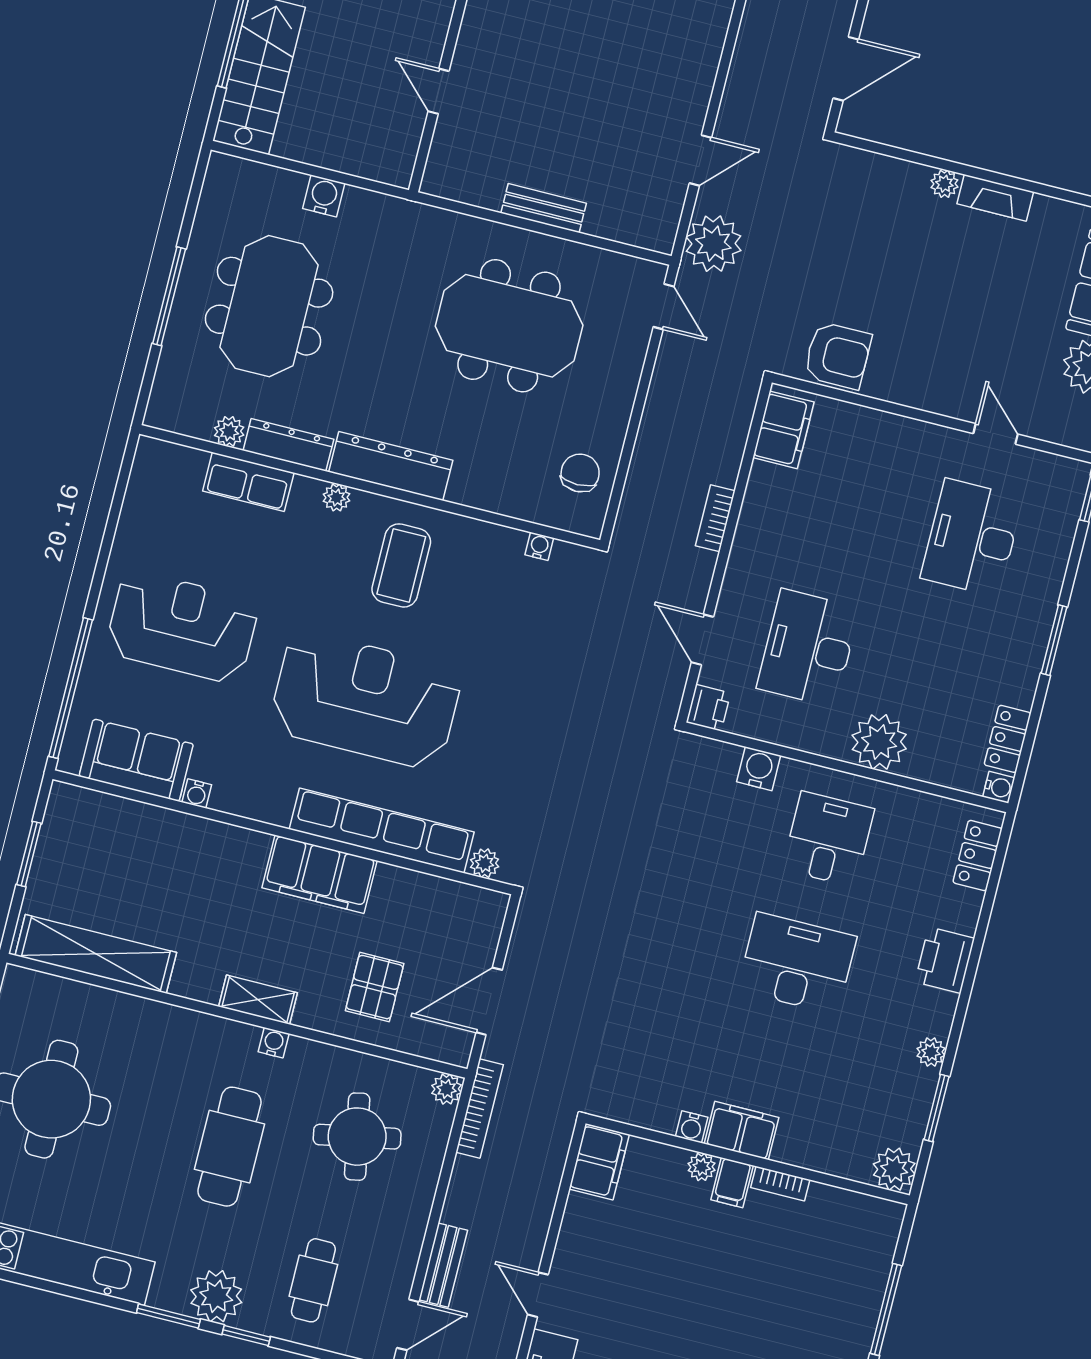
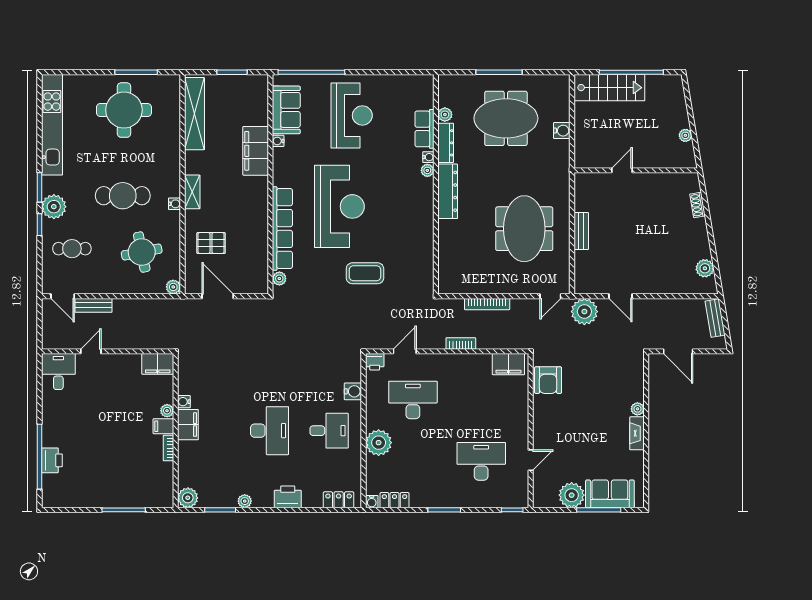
chair: (580, 473) -> (466, 277), removed
water cooler: (539, 546) -> (428, 157), moved
coffee table: (401, 565) -> (365, 273), moved
filing cabinet: (319, 874) -> (256, 151), moved
bookcase: (480, 1108) -> (487, 304), moved

